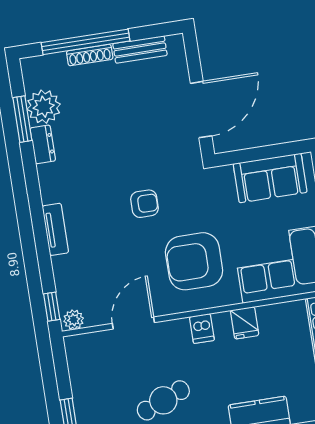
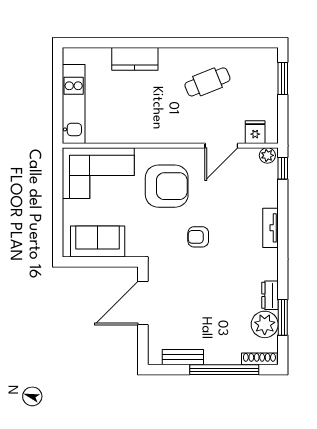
shoe rack: (90, 55) -> (259, 359), moved
fridge: (245, 323) -> (255, 132), moved
dishwasher: (202, 328) -> (169, 133), removed

